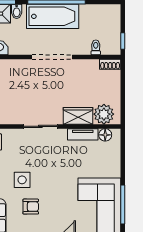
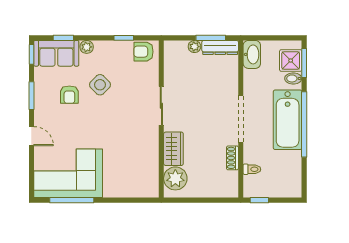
shoe rack: (110, 64) -> (232, 158), moved
tv unit: (83, 134) -> (152, 154), removed
floor lamp: (105, 135) -> (152, 180), removed
side table: (22, 180) -> (100, 85), turned 45

